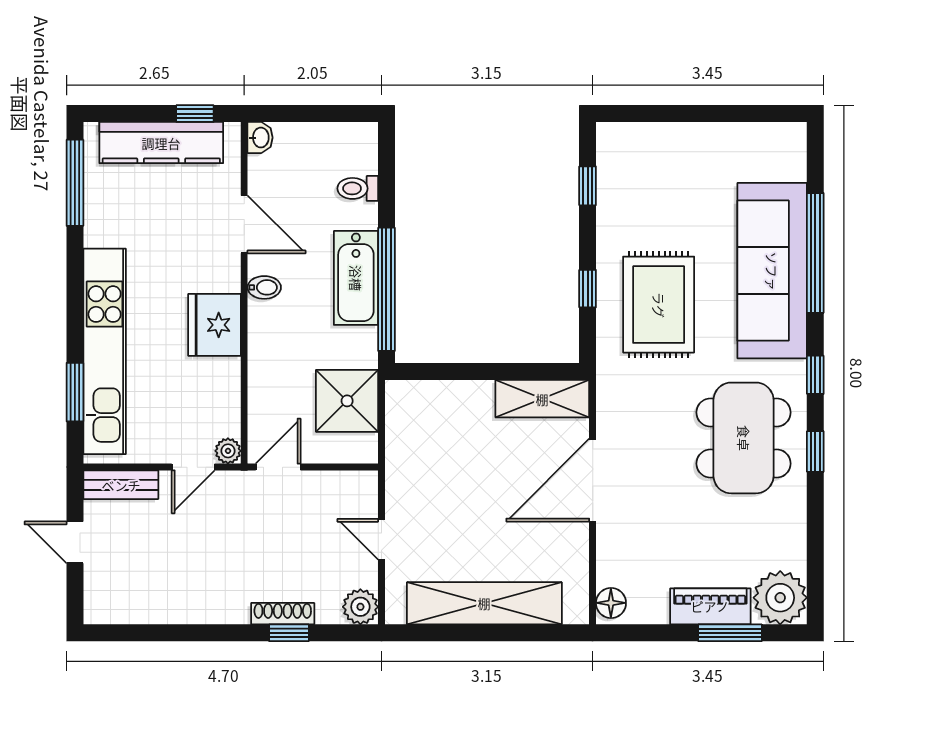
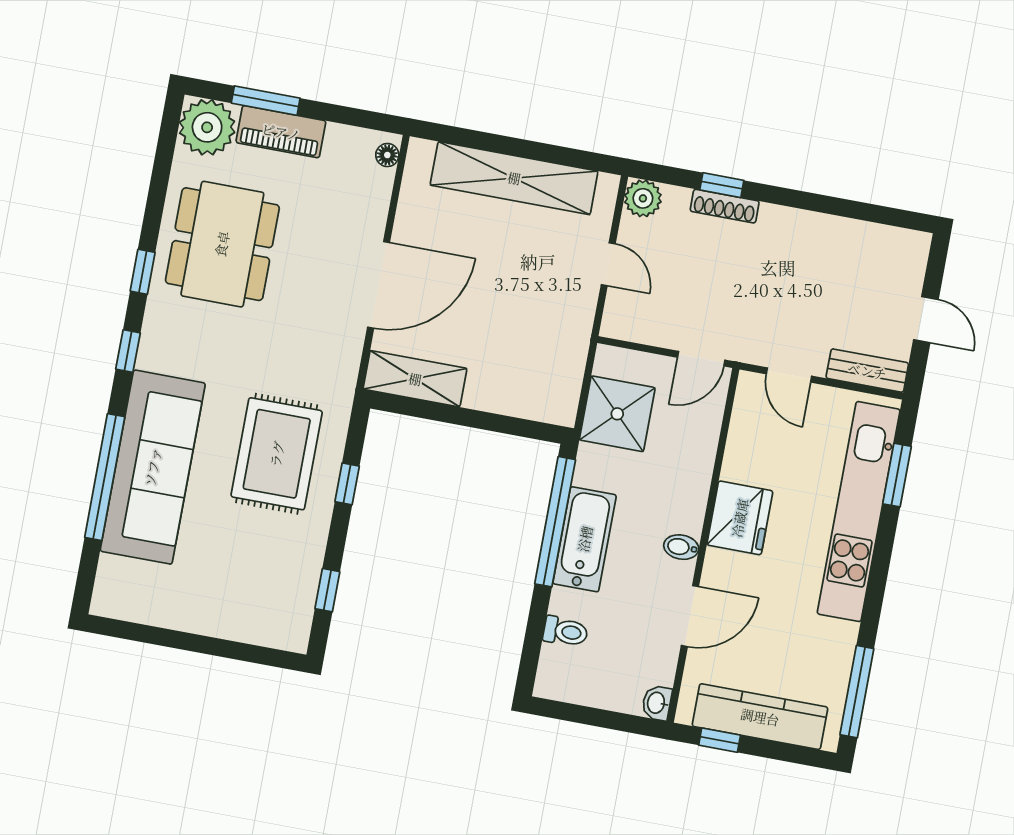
door: (244, 224) -> (690, 616), swing flipped
dining table: (744, 438) -> (222, 244), moved
plant: (228, 451) -> (750, 385), removed
door: (193, 467) -> (789, 375), swing flipped
floor lamp: (611, 603) -> (387, 155), width x0.73, depth x0.73

